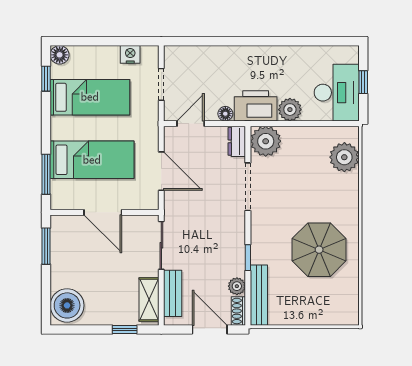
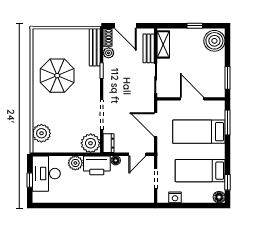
window: (125, 330) -> (195, 26), moved

